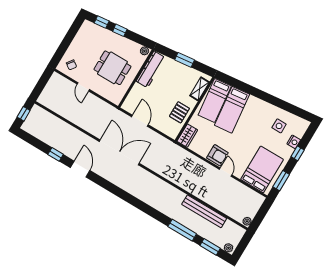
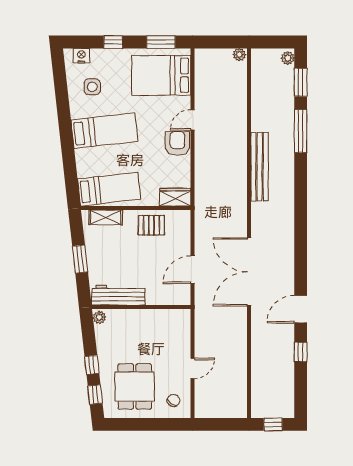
dining table: (112, 68) -> (135, 386), moved
bed: (232, 110) -> (104, 131), moved
nightstand: (294, 142) -> (81, 56), moved
bench: (204, 211) -> (260, 167), moved

